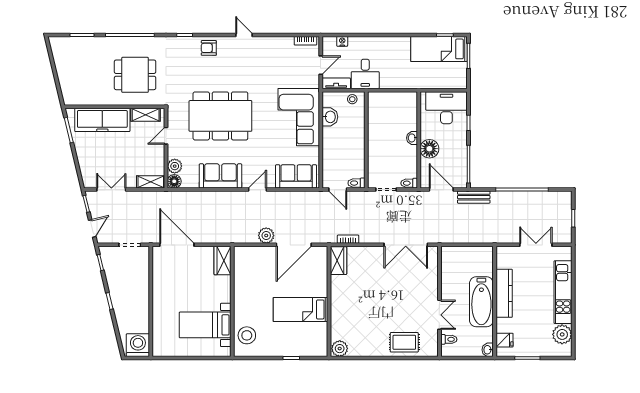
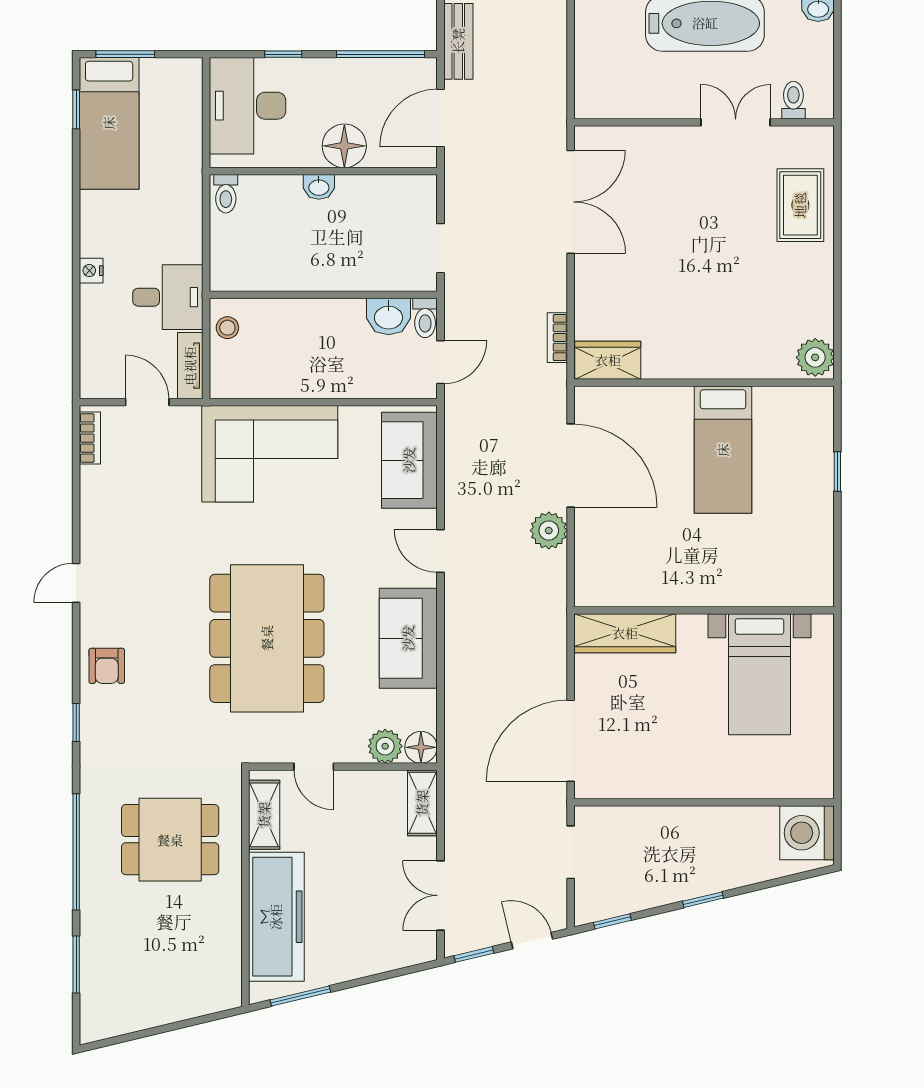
nightstand: (342, 41) -> (91, 271), moved
dining table: (135, 75) -> (170, 840), turned 90
washbasin: (330, 117) -> (388, 316), moved, turned 180
toilet: (409, 183) -> (226, 194), moved
wardrobe: (223, 261) -> (625, 633), width x1.50
stool: (247, 335) -> (784, 576), removed

